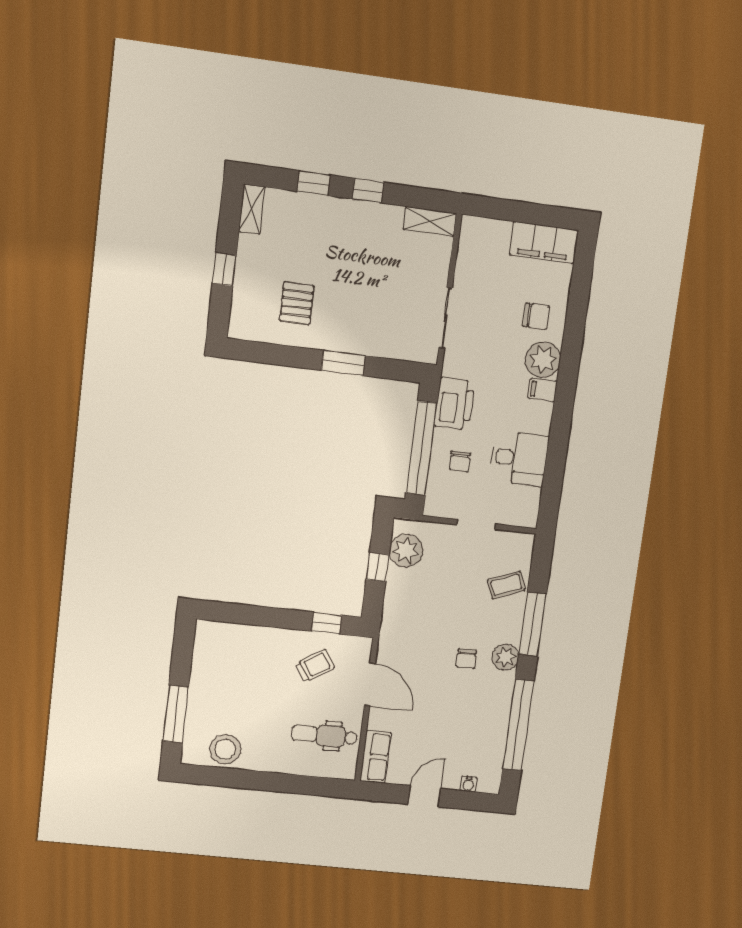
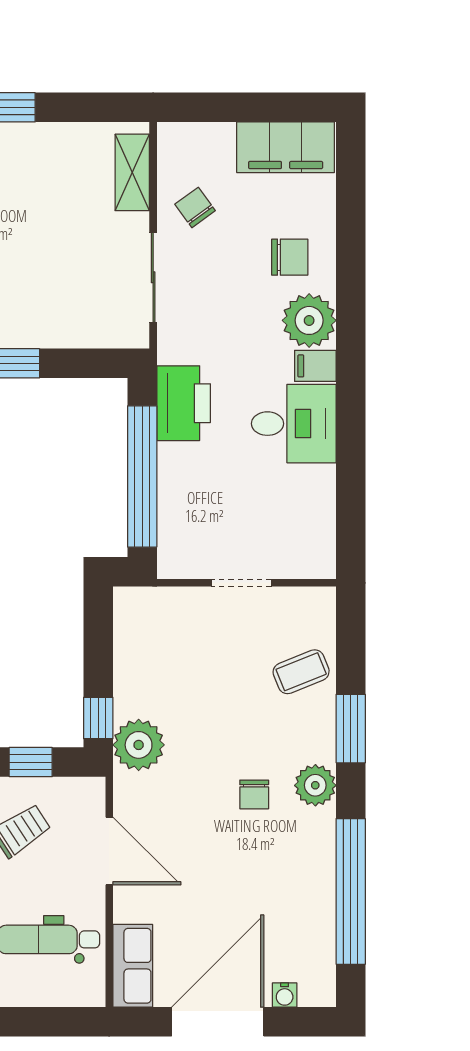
shelving: (430, 221) -> (132, 172), moved, turned 90
desk: (519, 459) -> (294, 424), moved
chair: (460, 461) -> (195, 207), moved, turned 144
plant: (406, 551) -> (139, 745), moved
window: (378, 567) -> (98, 718), moved
window: (533, 624) -> (351, 729), width x0.69
door: (424, 796) -> (218, 1022), width x1.87

